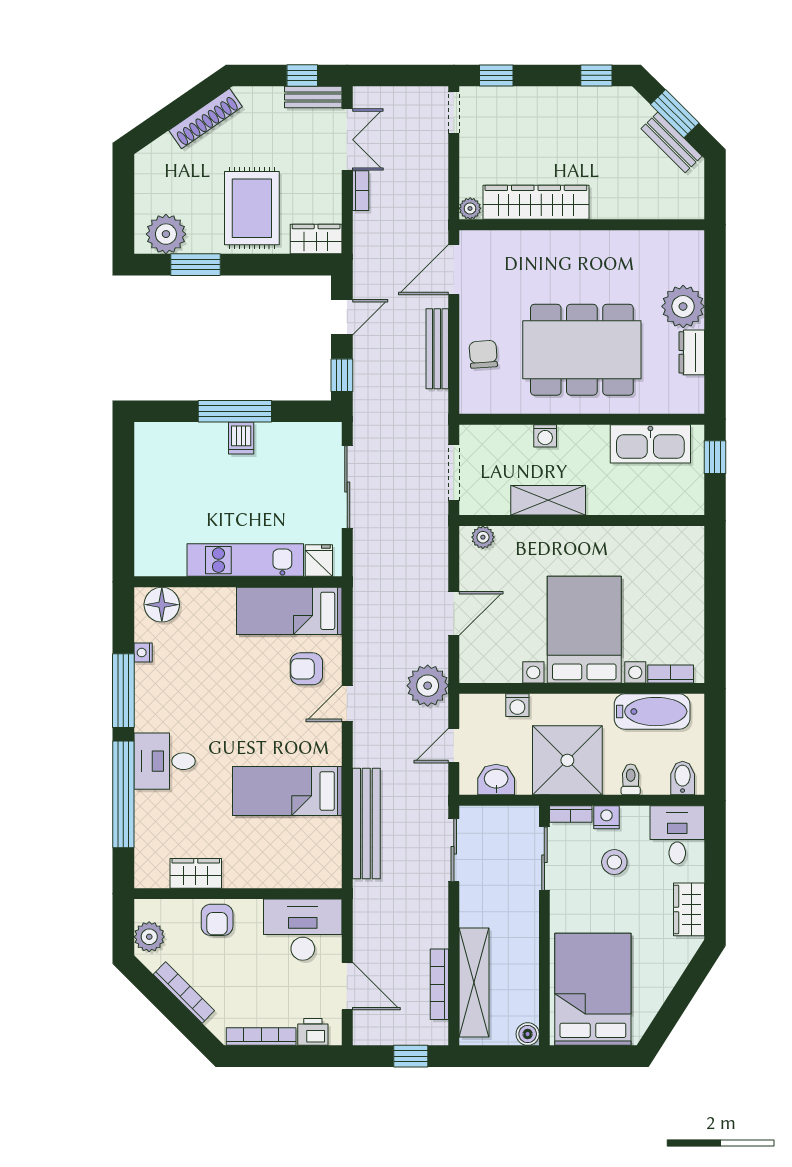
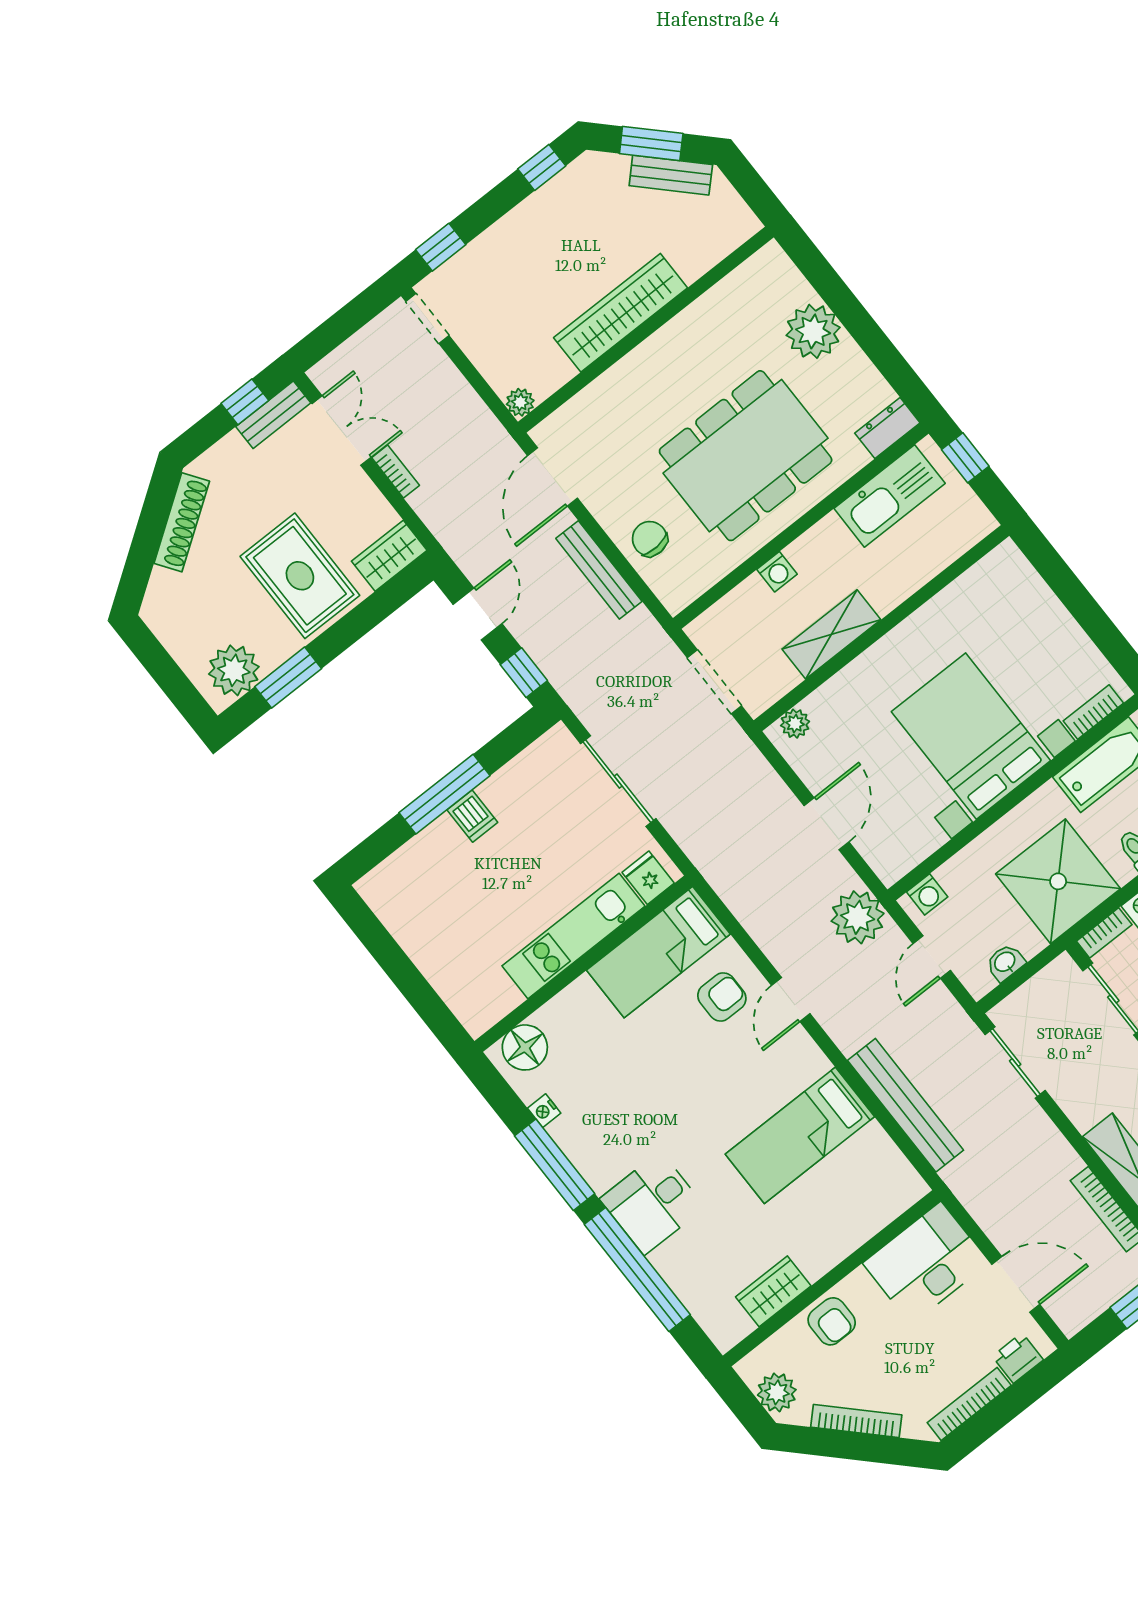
wardrobe: (536, 202) -> (621, 313), moved
dresser: (692, 352) -> (887, 428), moved, turned 90
armchair: (306, 669) -> (722, 997), turned 180
washing machine: (517, 705) -> (927, 894), moved
washbasin: (496, 780) -> (1005, 962), width x0.72, depth x0.69

